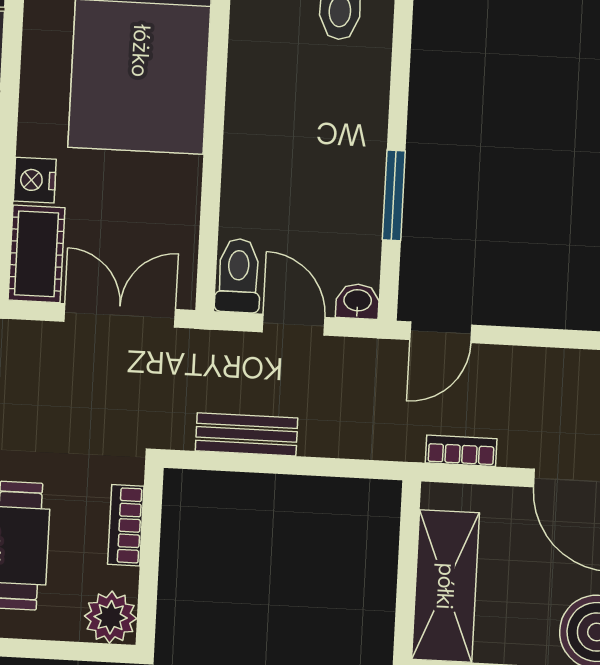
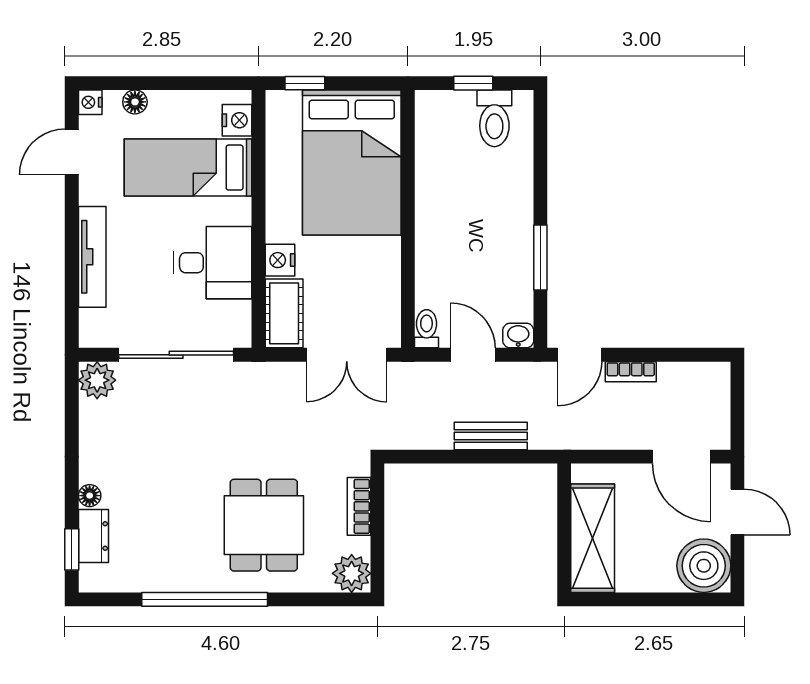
toilet: (238, 275) -> (427, 329), width x0.73, depth x0.72
double door: (120, 315) -> (347, 355), swing flipped
bench: (247, 434) -> (491, 436), moved
bookcase: (461, 451) -> (631, 372), moved, turned 180

